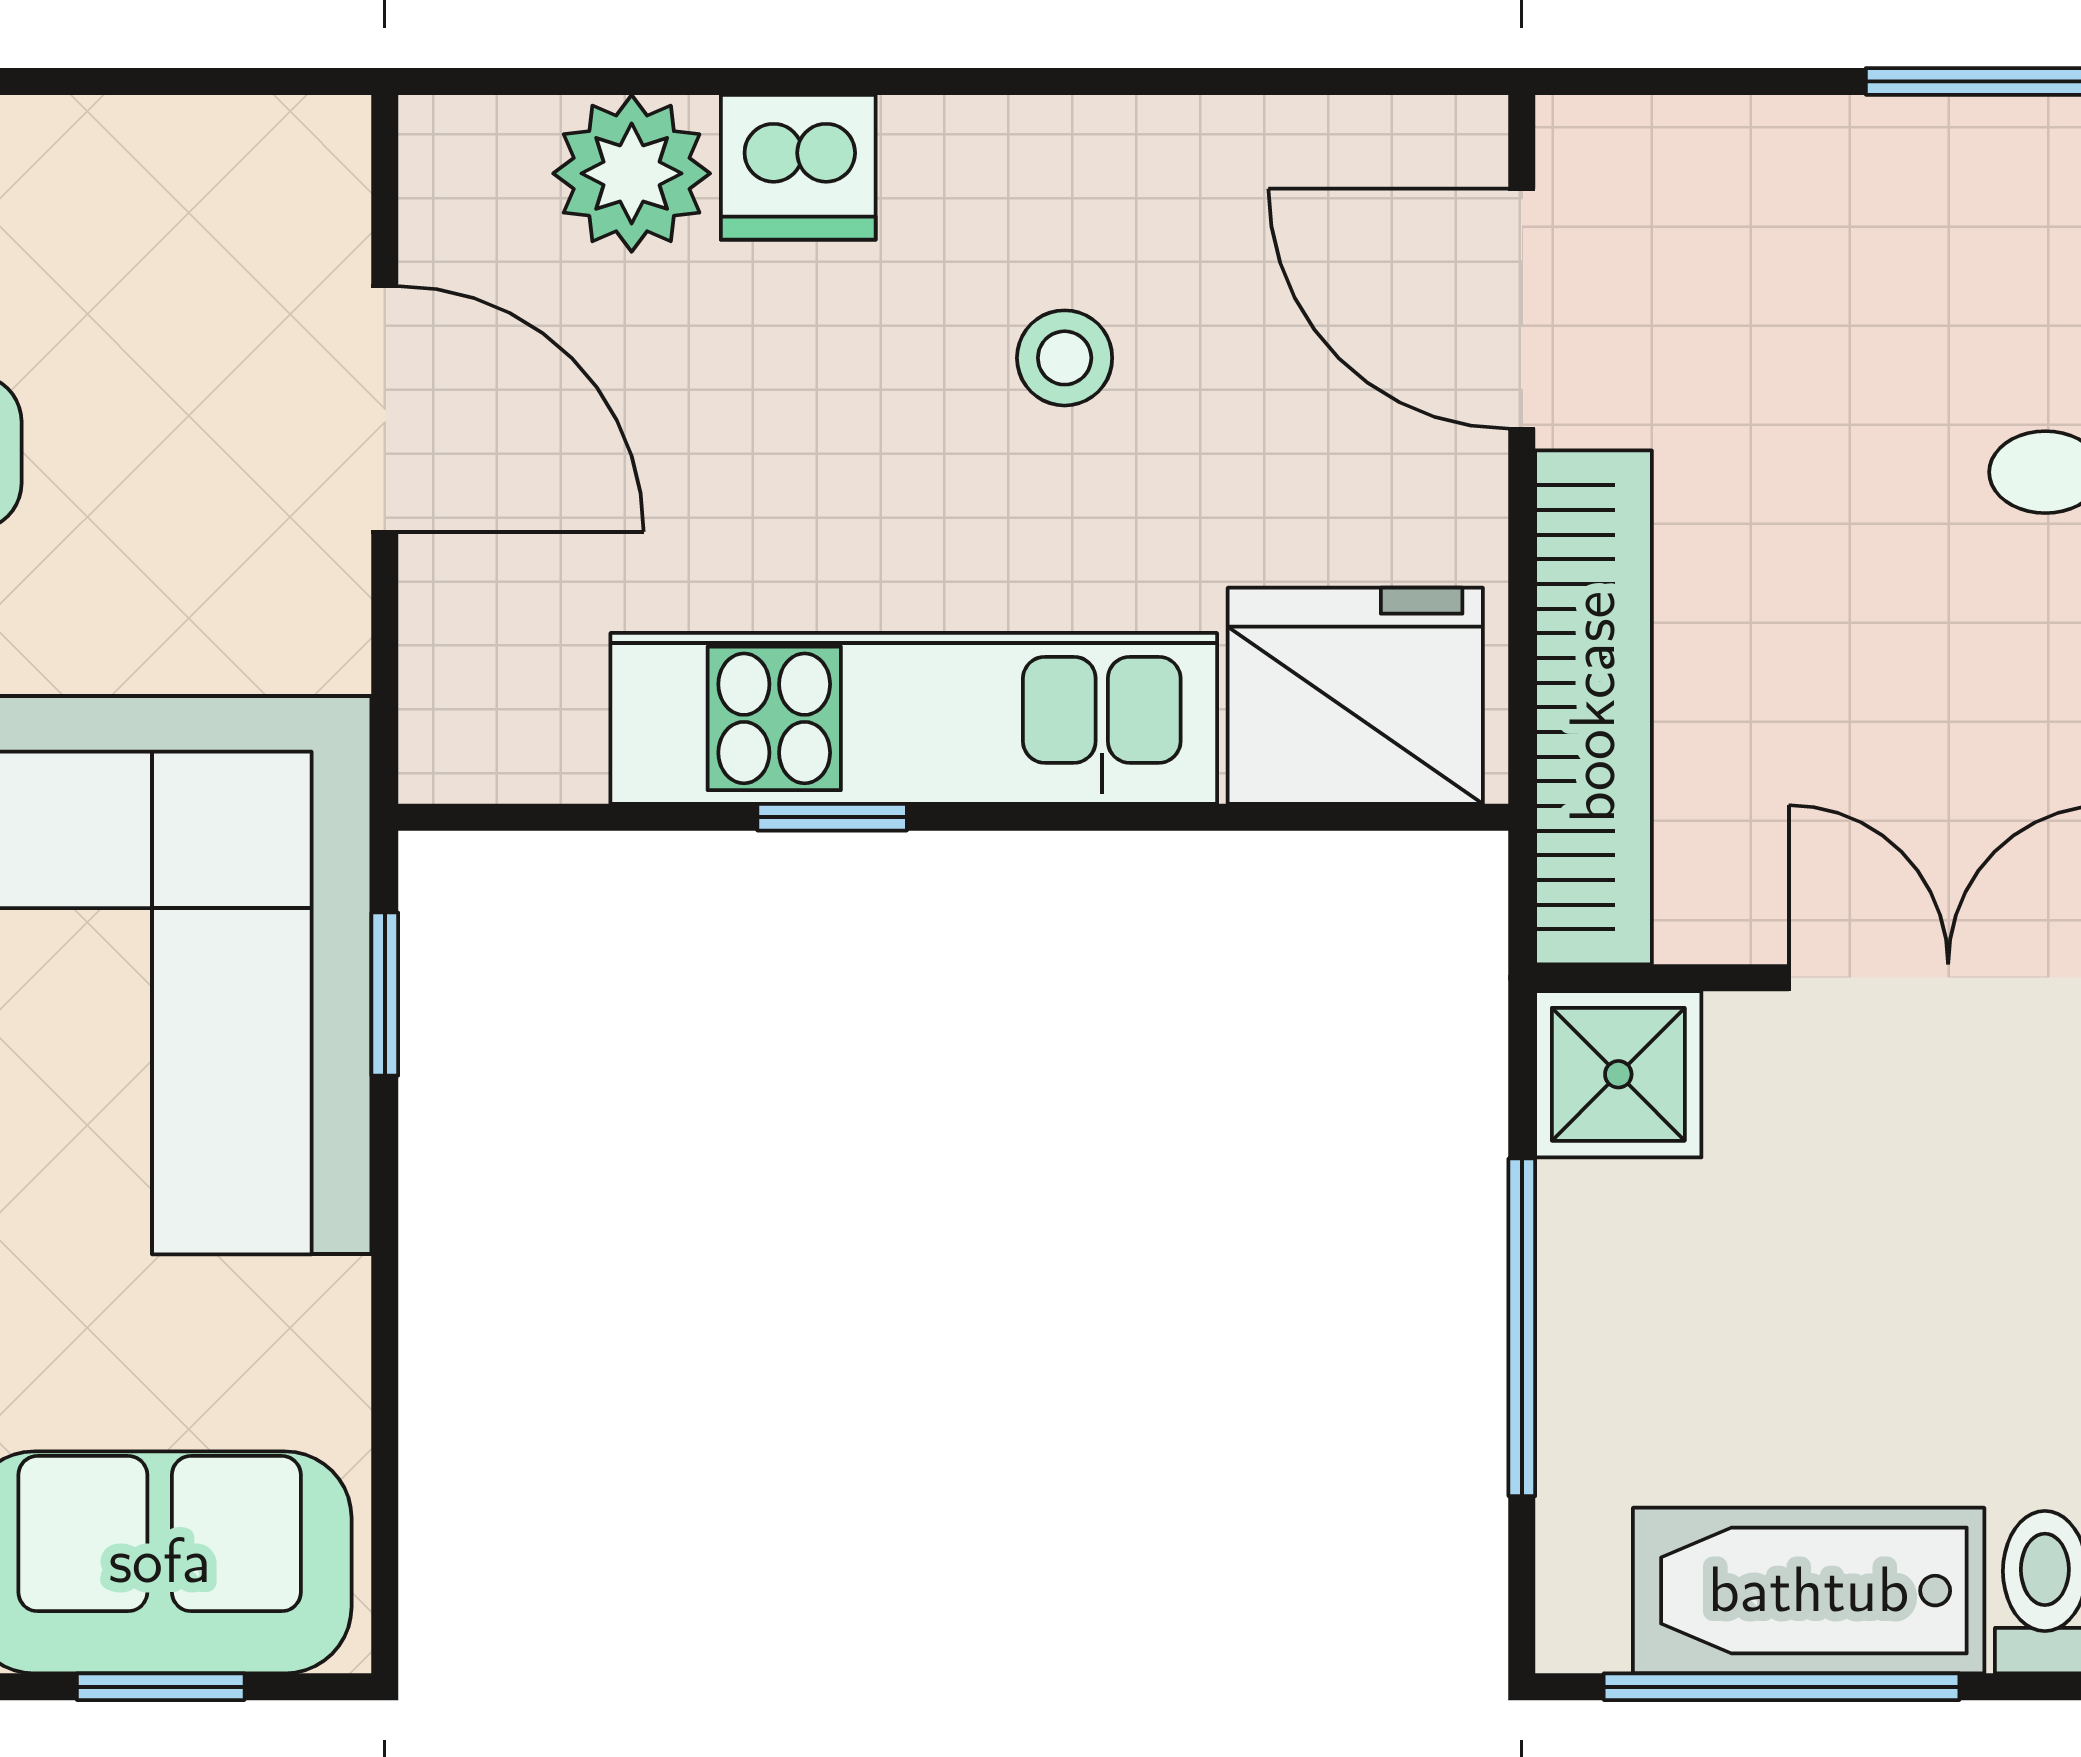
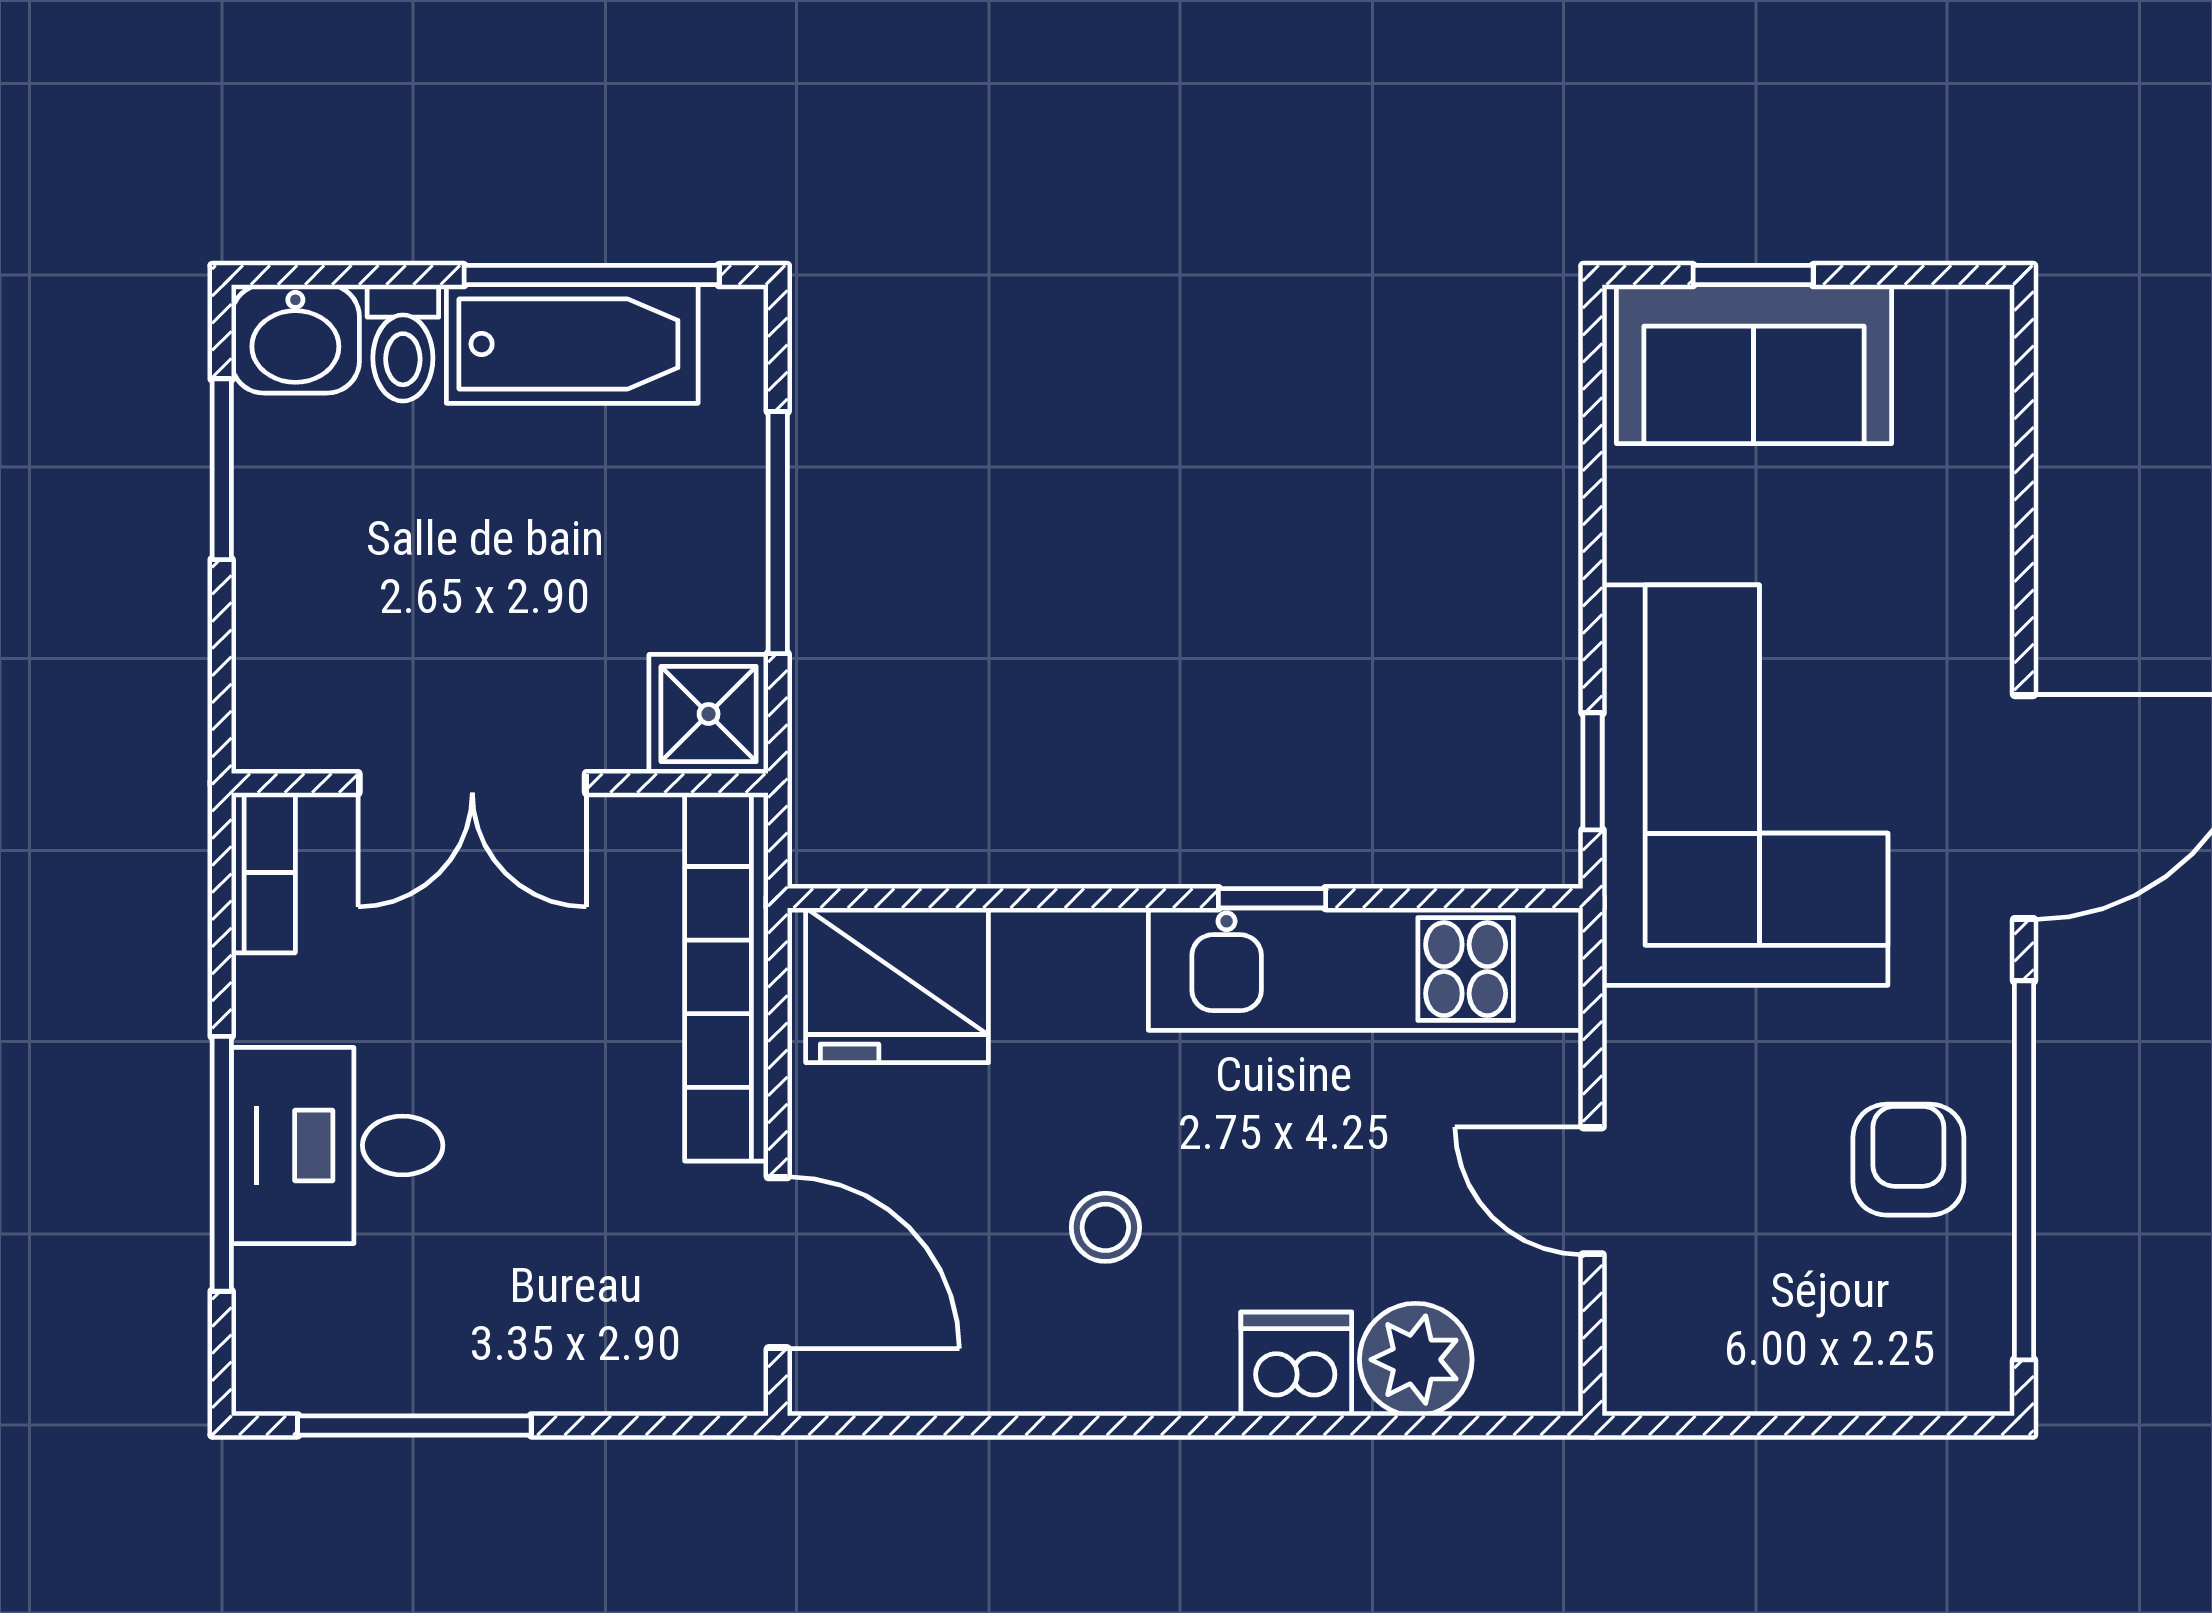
door: (385, 409) -> (1593, 1191), width x0.73
kitchen unit: (914, 718) -> (1366, 969), moved

